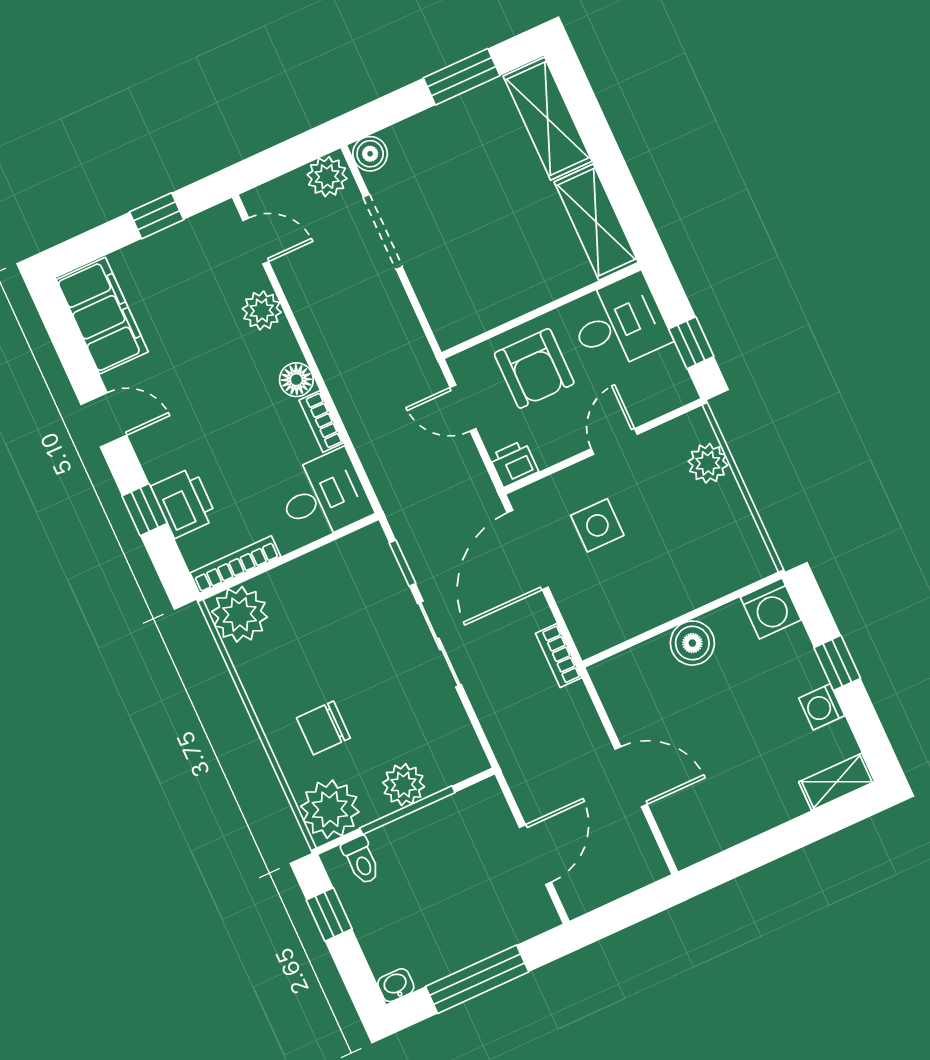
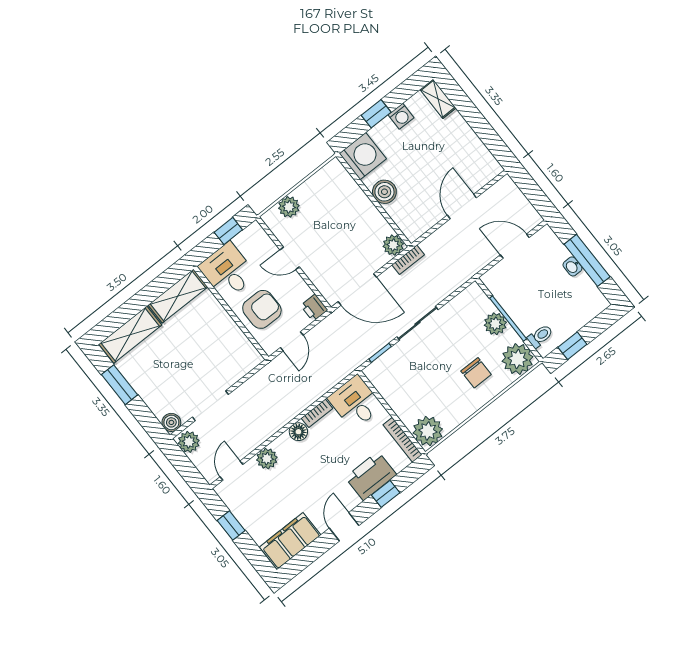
printer: (184, 503) -> (371, 476), width x1.37, depth x1.19
side table: (597, 525) -> (335, 256), removed
washing machine: (771, 609) -> (363, 156), width x1.37, depth x1.37
plant: (592, 635) -> (393, 245), added
washbasin: (396, 985) -> (572, 266), moved

